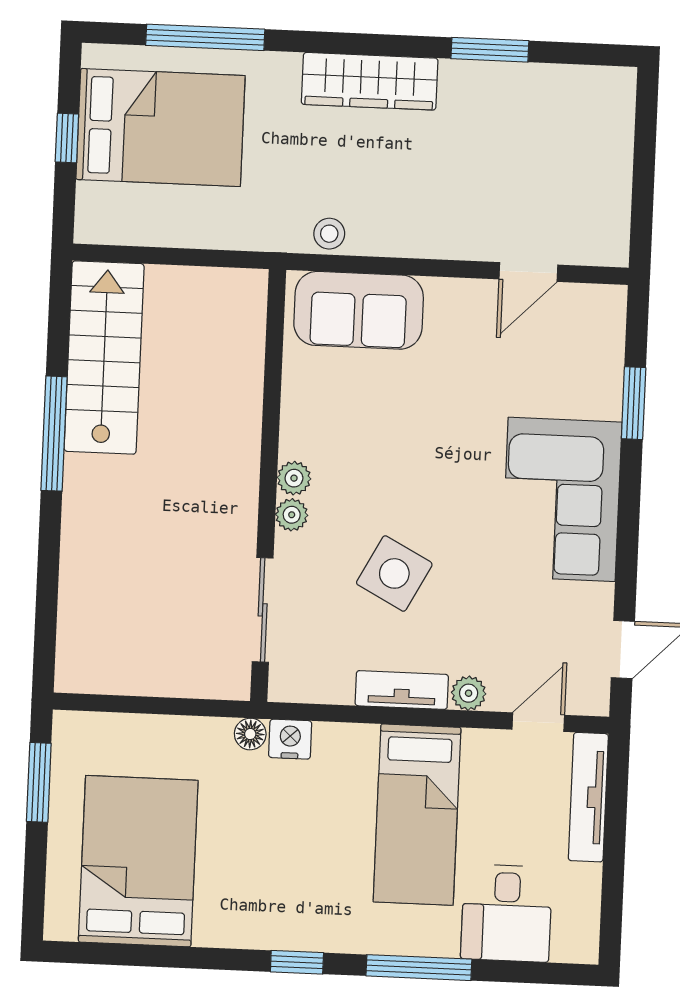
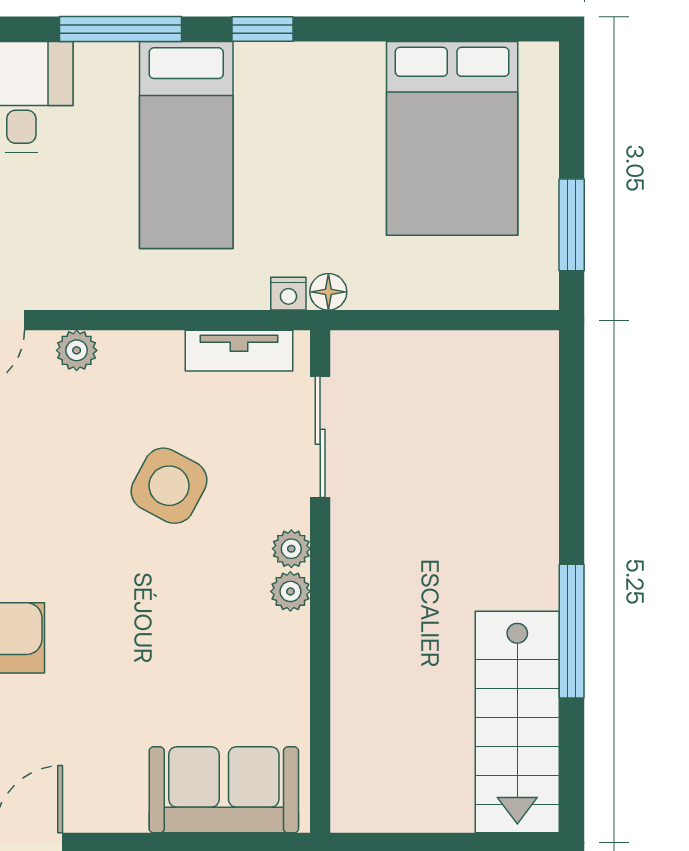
tv unit: (402, 690) -> (239, 351), moved
nightstand: (290, 739) -> (288, 294), width x0.72, depth x0.74
bed: (417, 815) -> (186, 145), moved, turned 180

